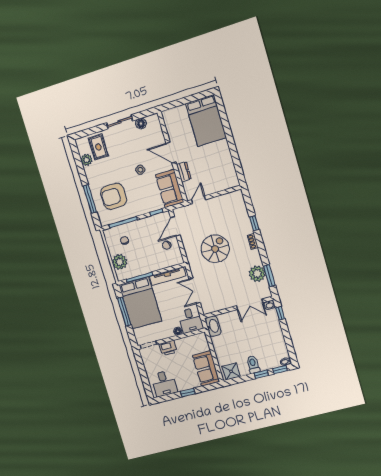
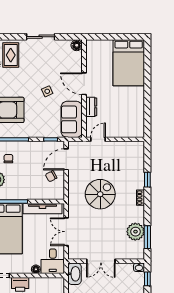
floor lamp: (141, 123) -> (77, 45), moved
double door: (250, 304) -> (101, 261), moved

